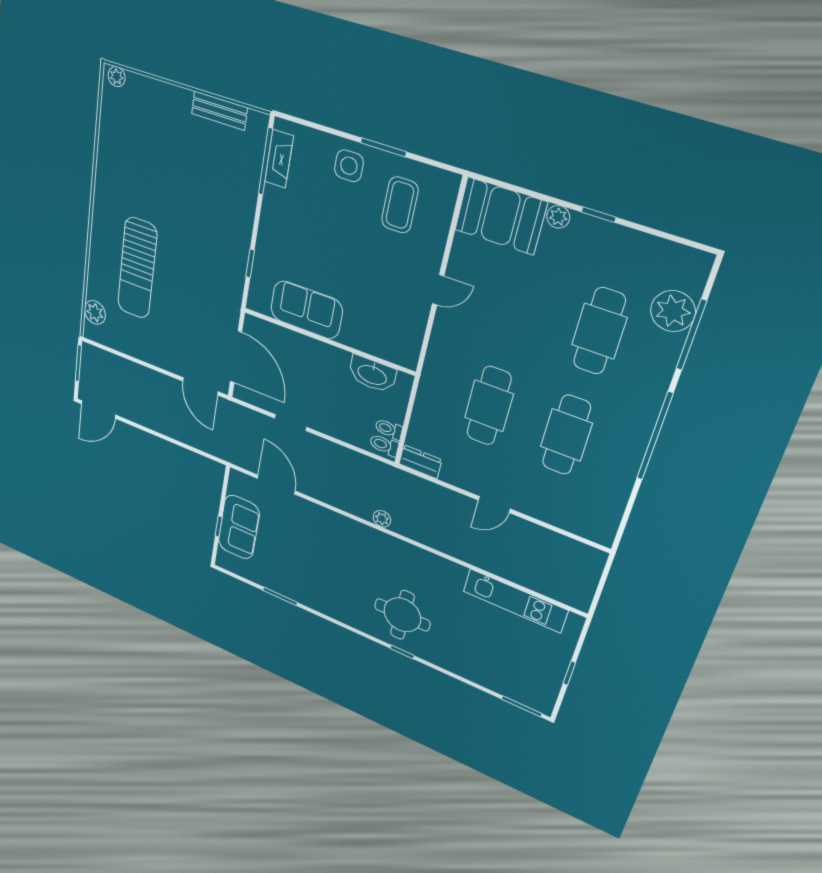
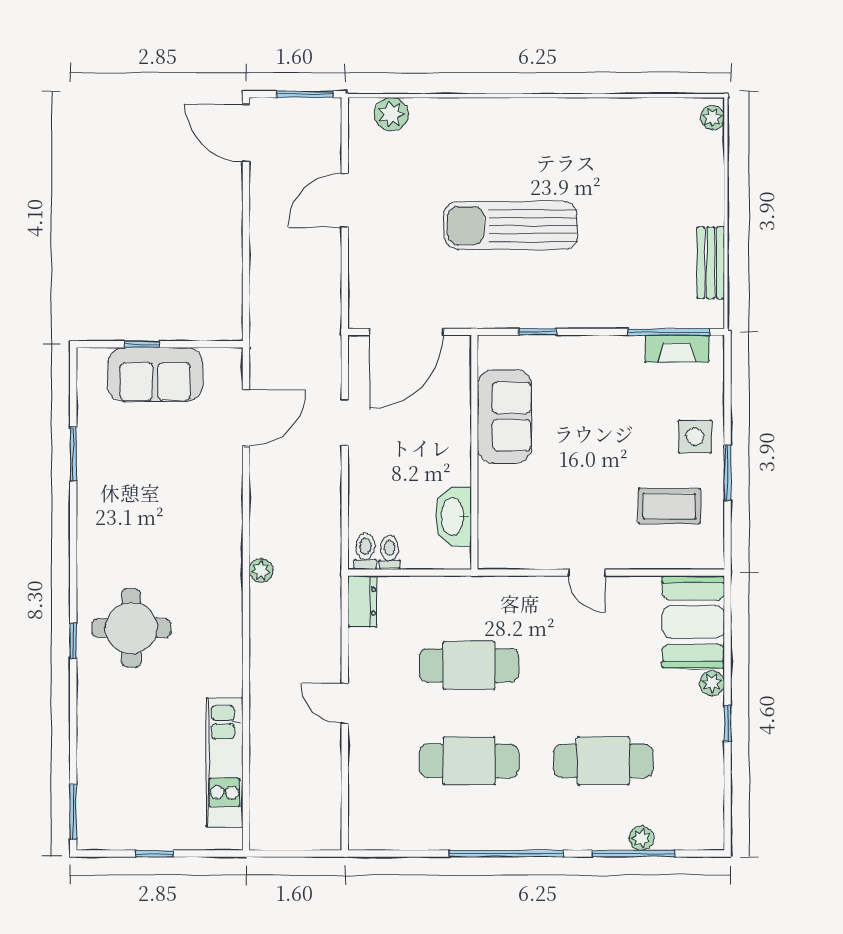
sun lounger: (137, 268) -> (510, 226), moved
plant: (673, 311) -> (641, 838), width x0.53, depth x0.53
door: (200, 386) -> (345, 200), moved

